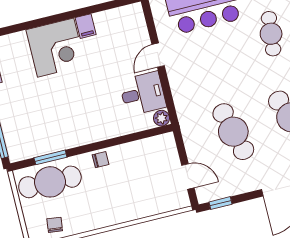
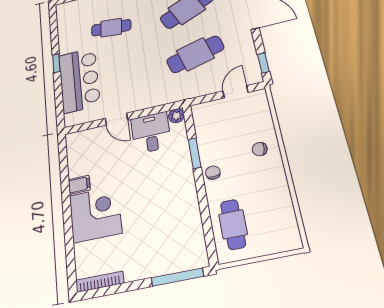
window: (50, 157) -> (195, 153), moved
cafe table: (50, 182) -> (233, 224), width x0.73, depth x0.74
chair: (55, 225) -> (260, 149), moved

